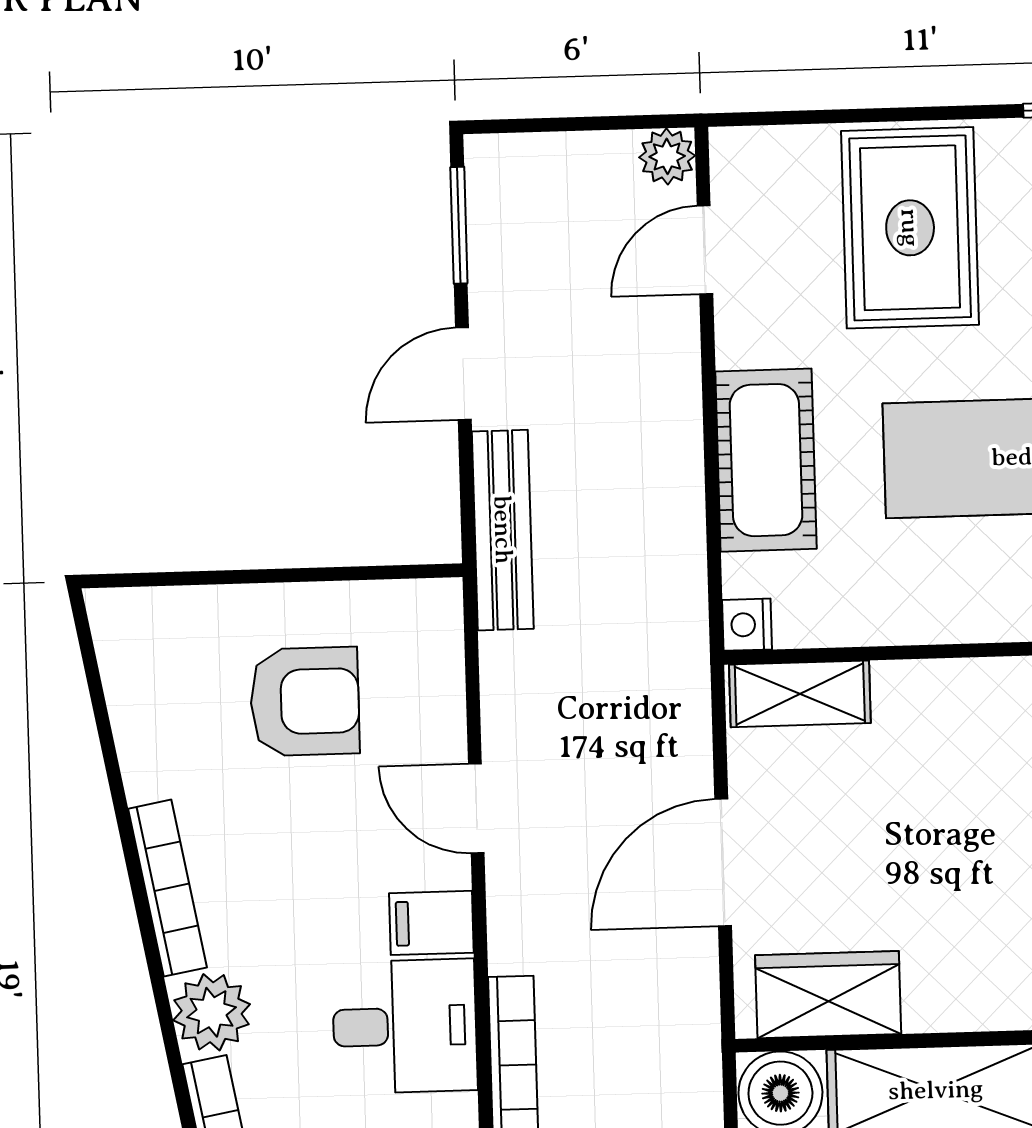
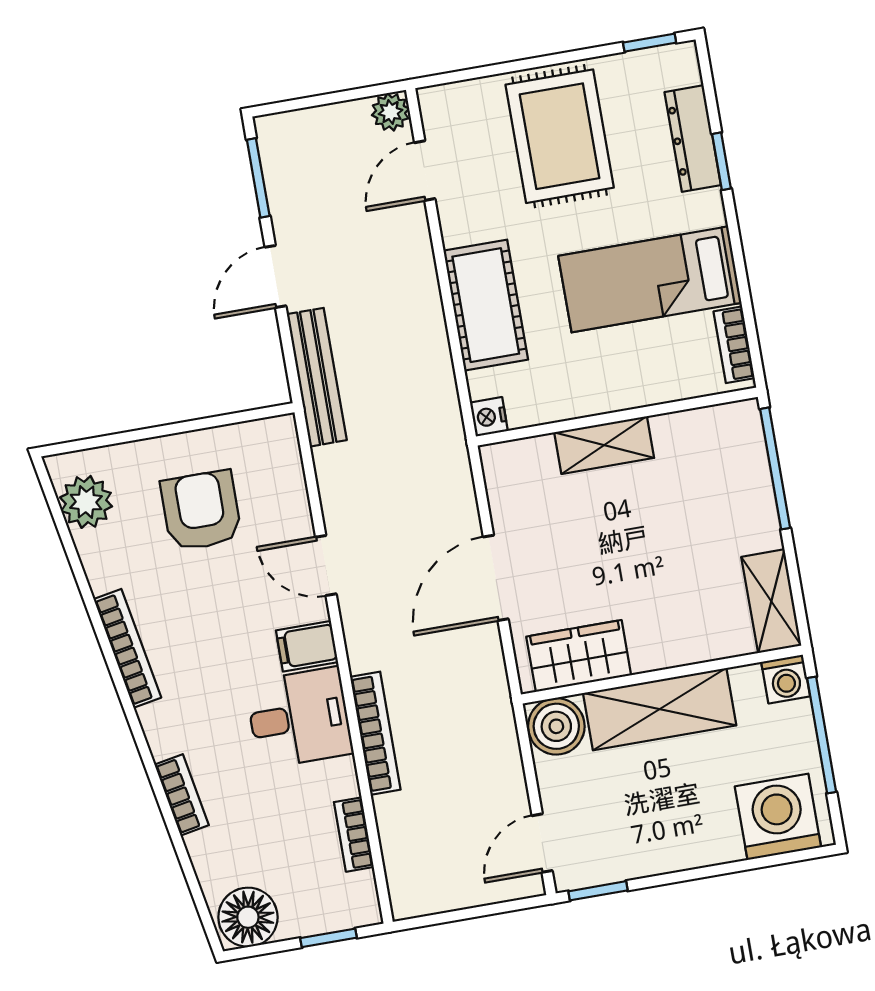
shelving: (800, 694) -> (604, 445), moved
armchair: (305, 701) -> (201, 511), turned -90
plant: (212, 1012) -> (86, 502), moved

